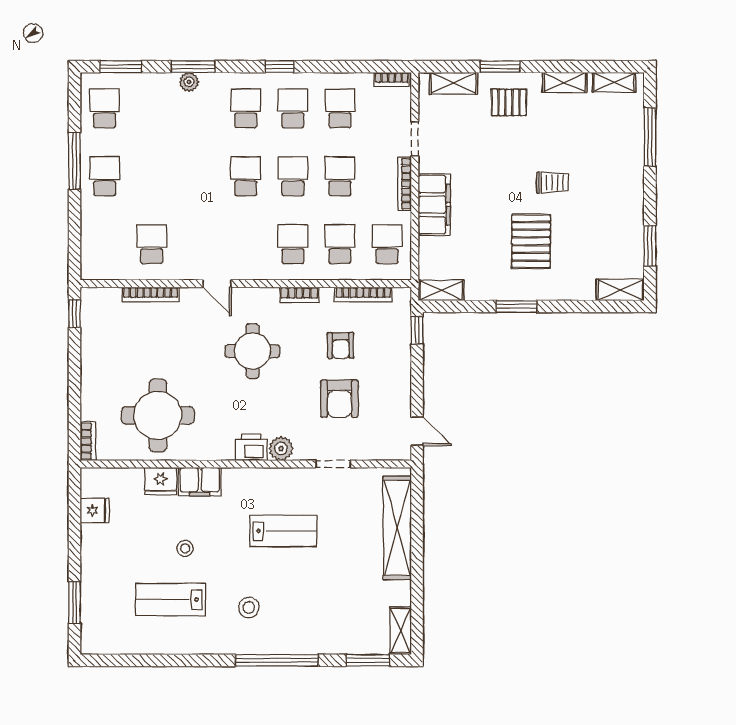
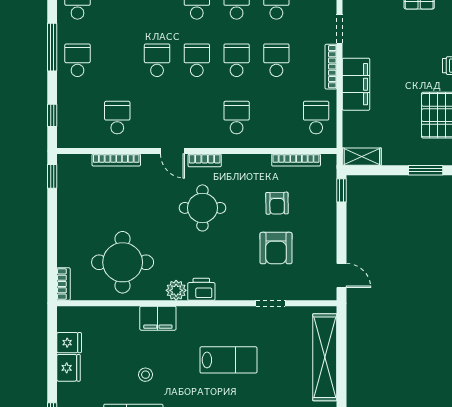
window: (75, 242) -> (52, 115), added
school desk: (340, 244) -> (157, 60), moved
bookcase: (299, 295) -> (205, 160), moved
plant: (281, 449) -> (176, 290), moved
fridge: (161, 481) -> (69, 368), moved, turned -90

